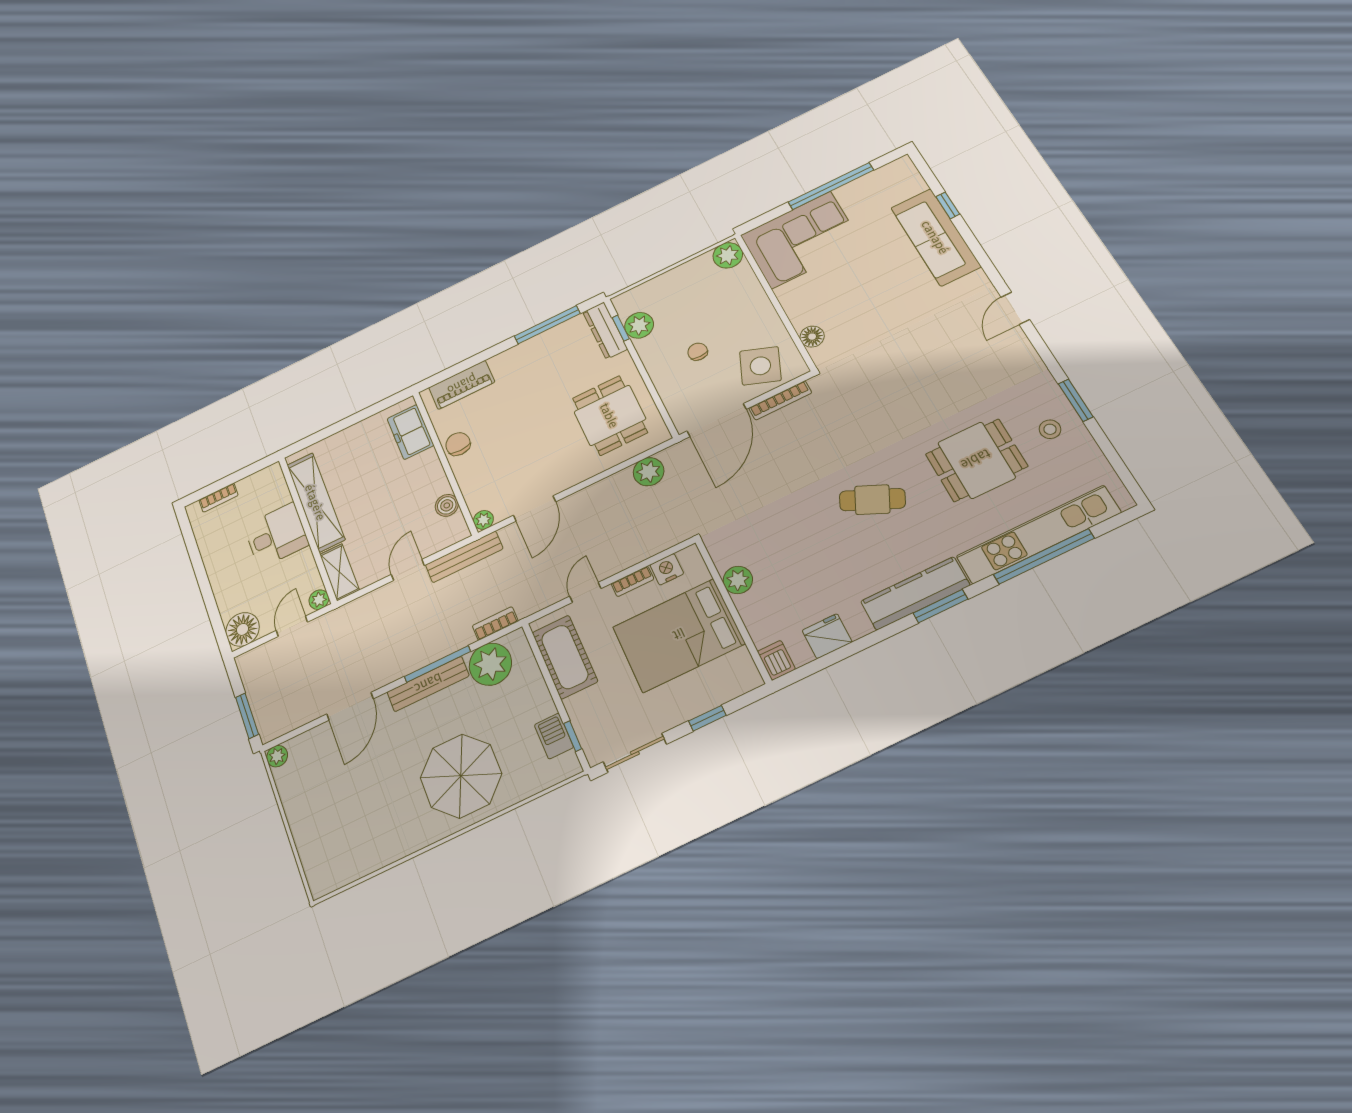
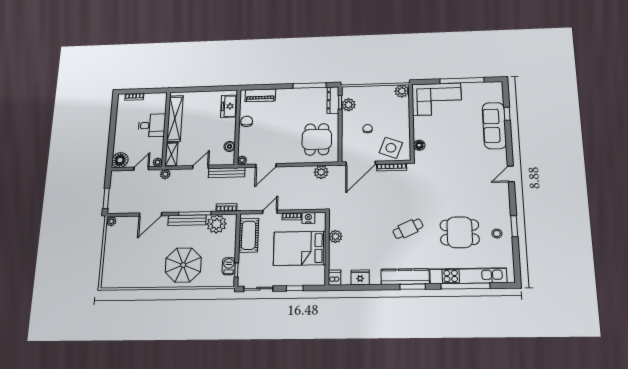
cafe table: (872, 500) -> (408, 229), turned -50
plant: (344, 615) -> (165, 174), added

